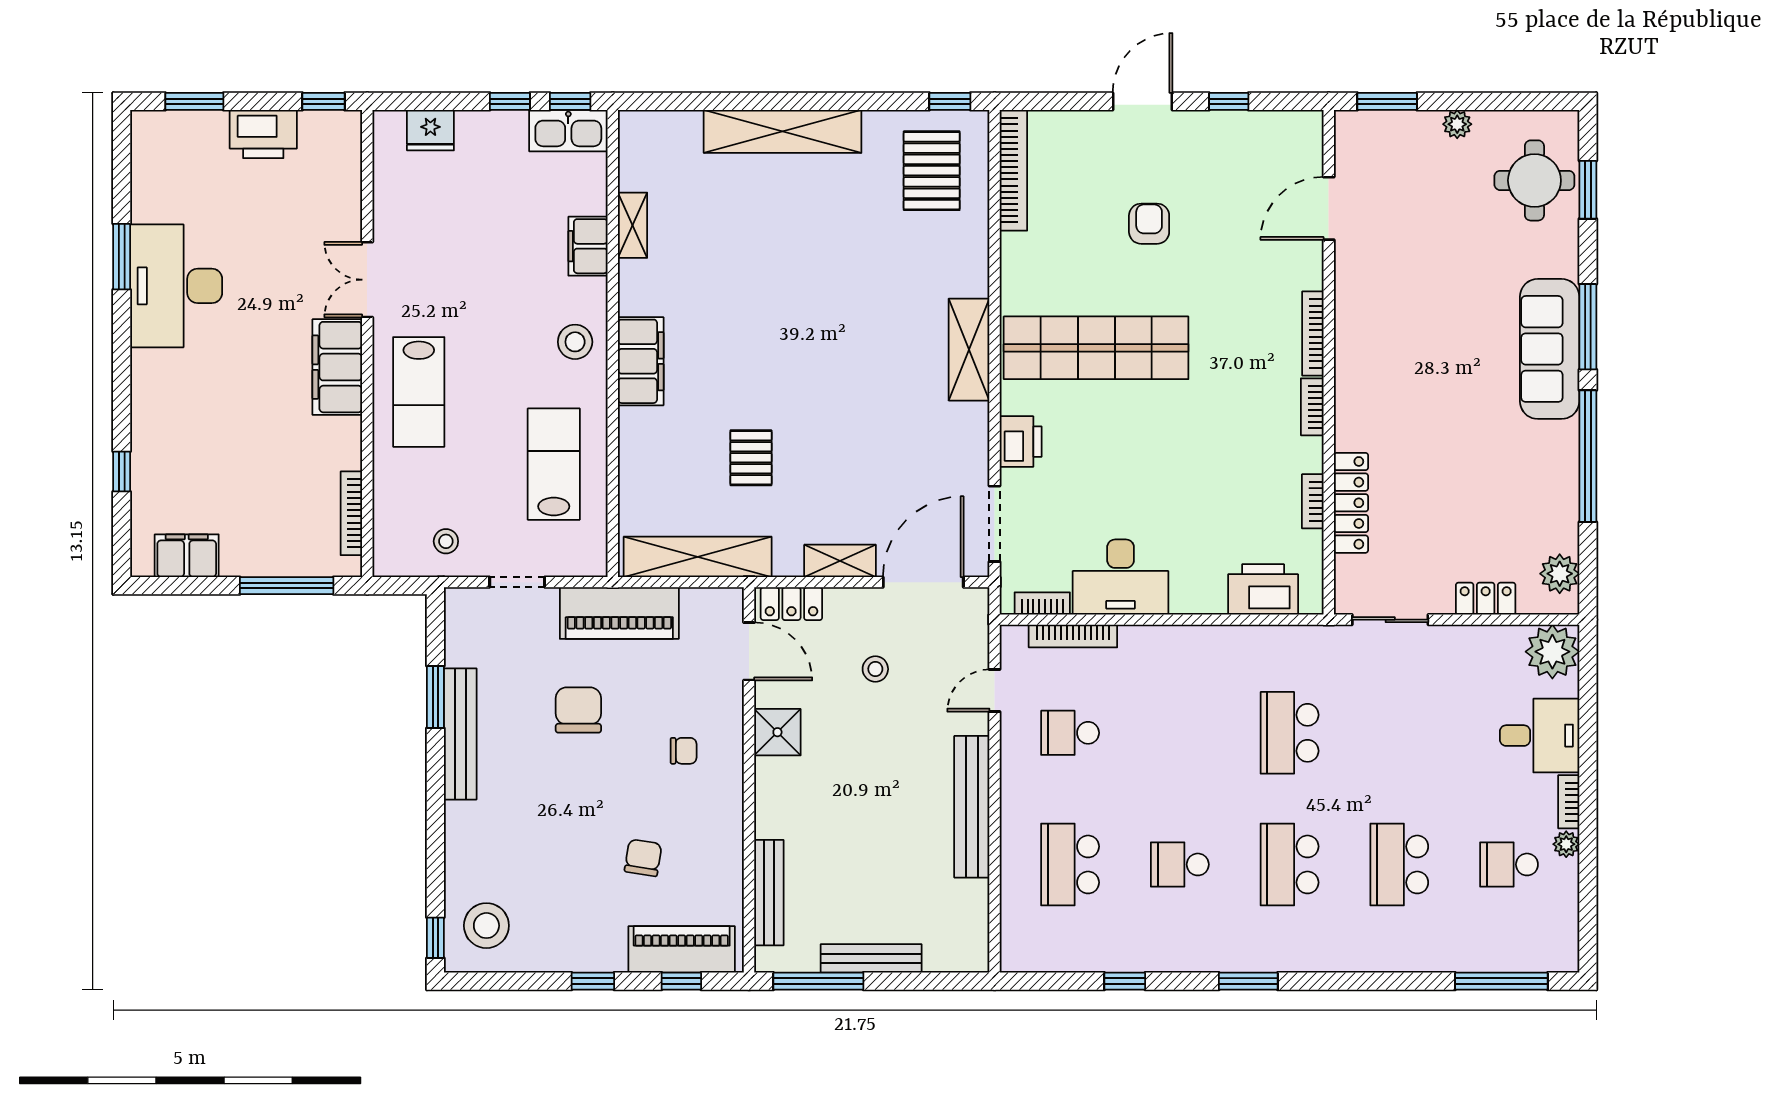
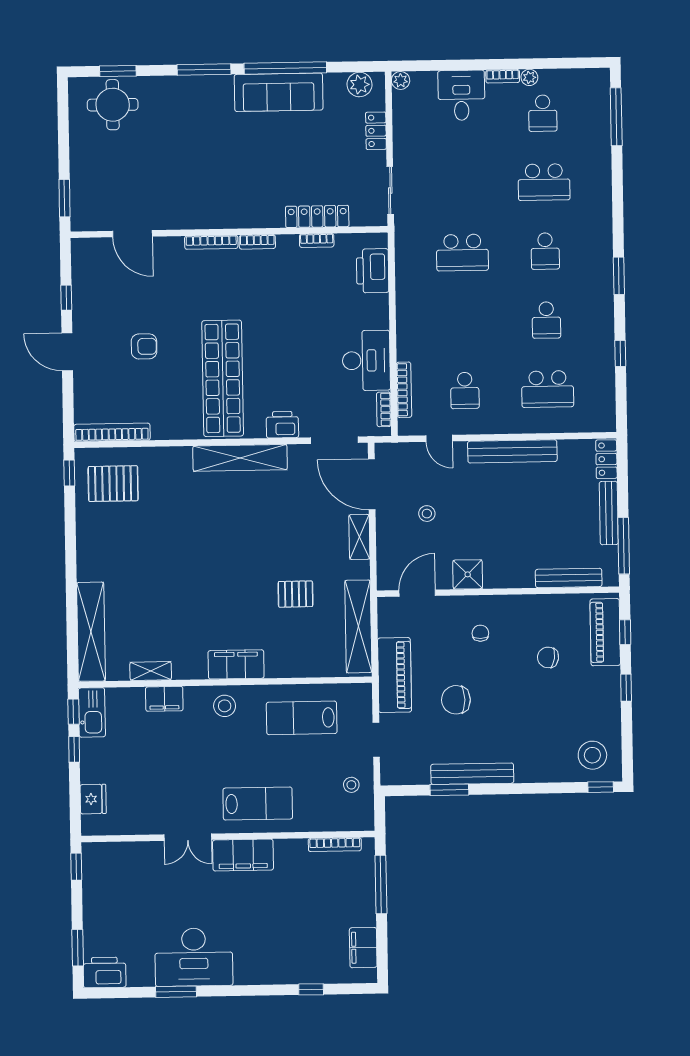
plant: (1457, 124) -> (78, 154), removed
shelving: (783, 131) -> (91, 632), moved
printer: (263, 134) -> (105, 972), moved, turned -90
armchair: (1149, 224) -> (144, 346), turned 180
sofa: (1550, 349) -> (279, 92), moved
shelving: (969, 350) -> (240, 458), width x1.47
locker: (791, 604) -> (606, 459), moved, turned 180
plant: (1552, 652) -> (401, 80), width x0.53, depth x0.53
school desk: (1290, 864) -> (545, 251), width x0.54

